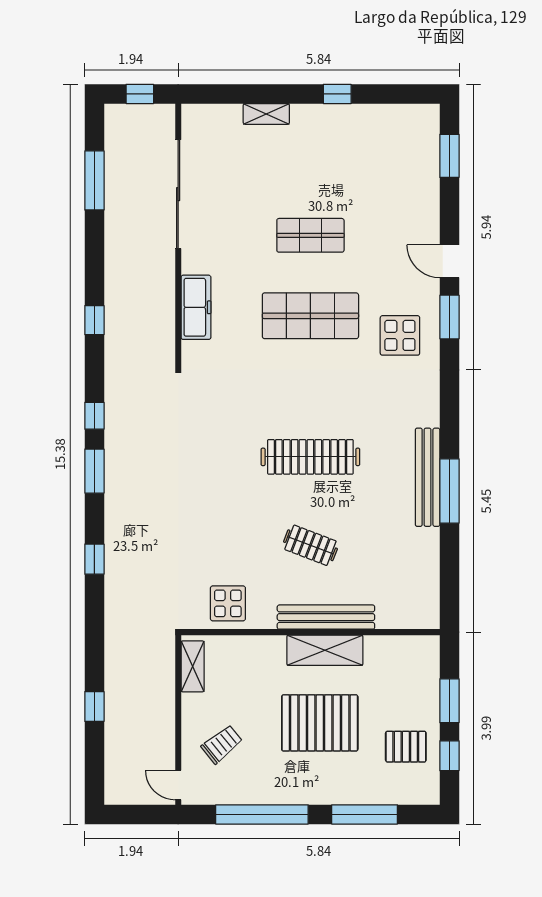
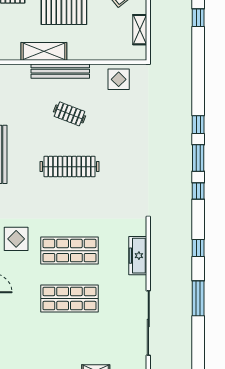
window: (94, 180) -> (198, 298), moved
shop shelf: (310, 235) -> (69, 299), width x1.43, depth x1.36
window: (94, 559) -> (198, 125), moved
shelving: (325, 650) -> (44, 51), moved
shelving: (193, 666) -> (140, 30), moved

